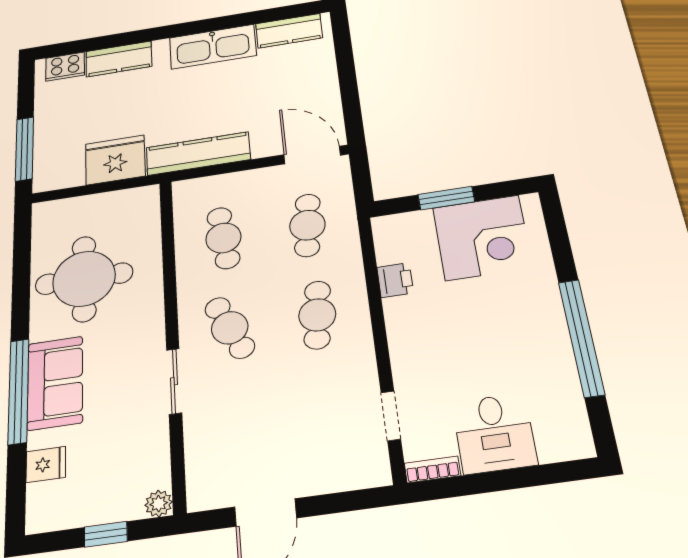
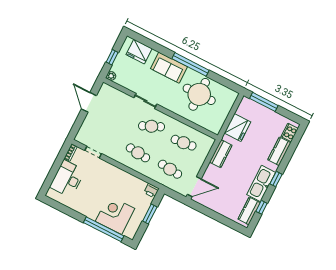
window: (264, 16) -> (262, 207), added
window: (184, 29) -> (276, 179), added
kitchen counter: (198, 154) -> (221, 154), width x0.67
corner desk: (482, 238) -> (115, 215), moved, turned 90
printer: (395, 280) -> (151, 190), moved
window: (581, 337) -> (104, 229), moved
window: (18, 391) -> (190, 64), moved
desk: (494, 433) -> (67, 179), width x1.37
fridge: (46, 464) -> (139, 52), width x1.88, depth x1.34

